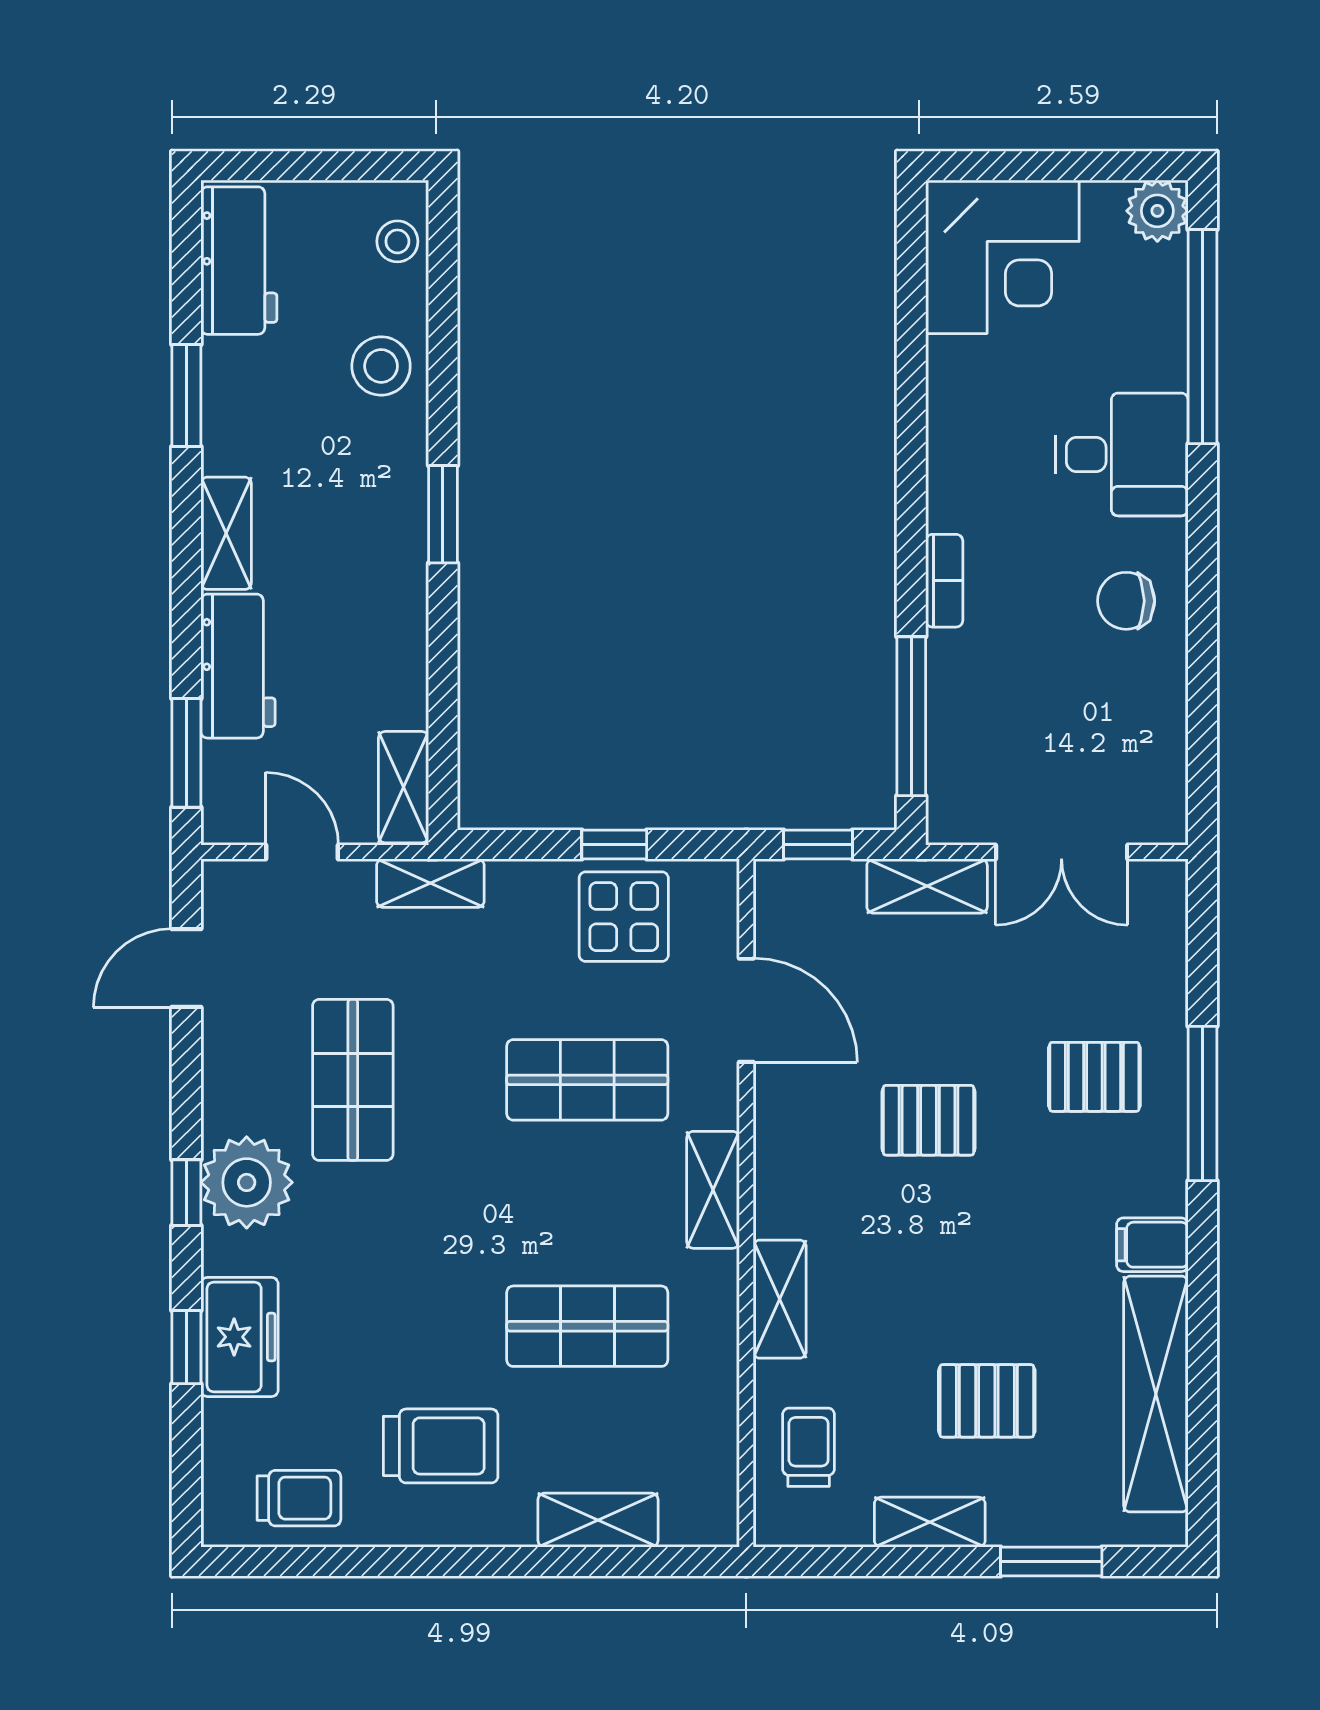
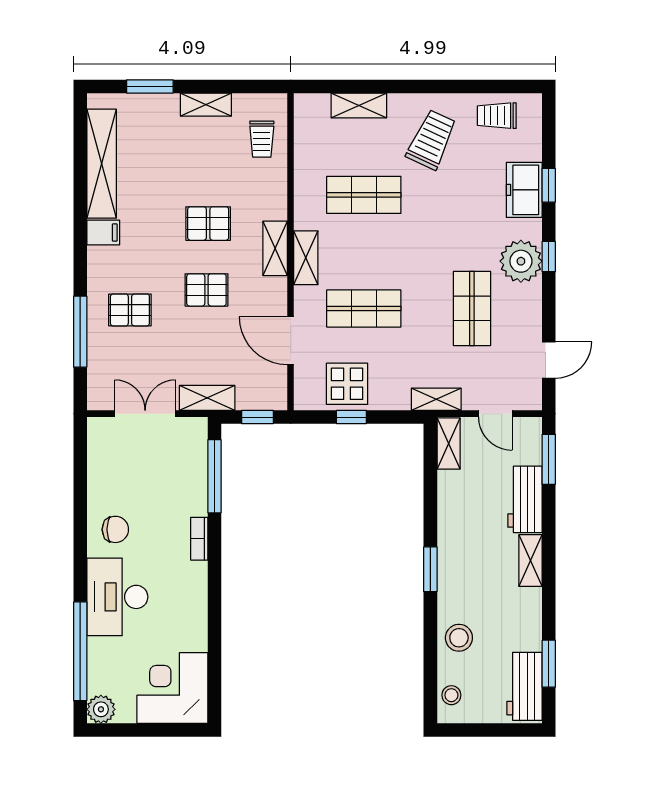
window: (186, 396) -> (549, 664), moved
desk: (1122, 454) -> (117, 597), width x1.37
window: (1202, 1104) -> (80, 332), moved
shelving: (780, 1299) -> (275, 248), moved
pallet: (987, 1401) -> (208, 224), moved
trolley: (441, 1446) -> (431, 140), turned 115

